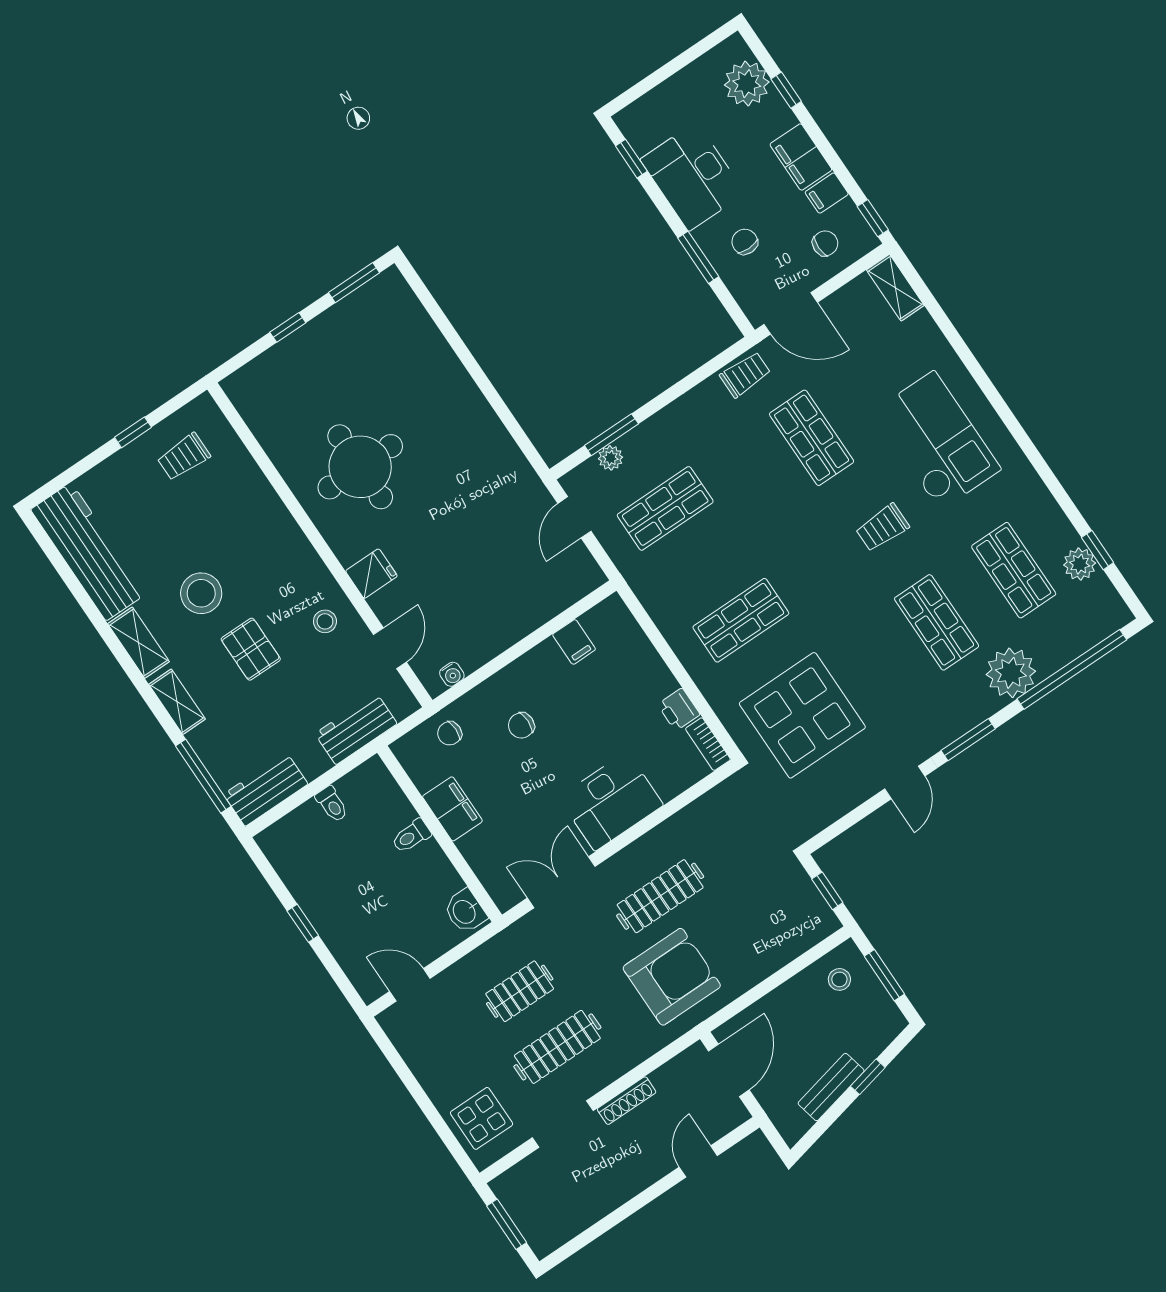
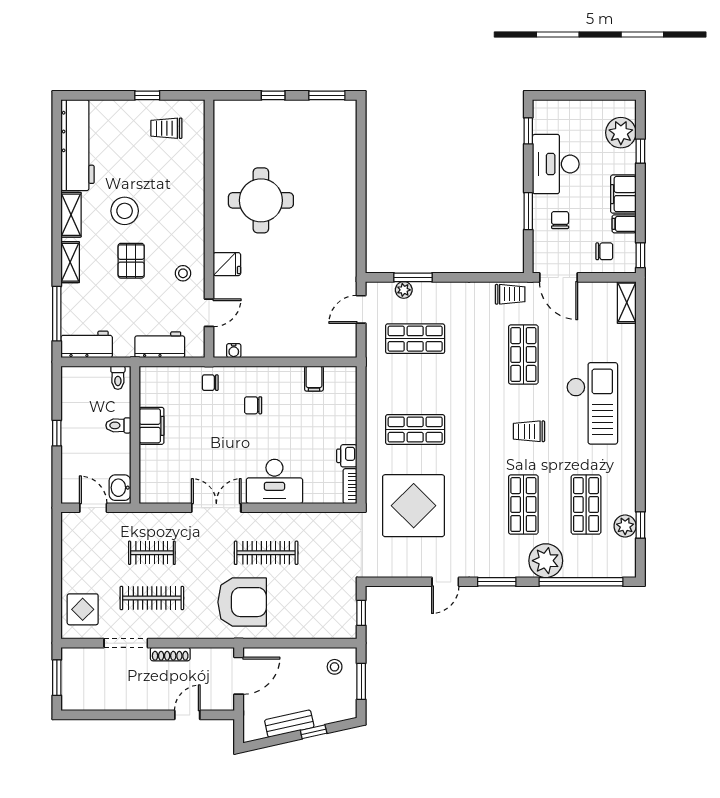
filing cabinet: (452, 809) -> (152, 426), moved
wall: (440, 834) -> (135, 435), moved
toilet: (411, 836) -> (118, 425), moved
washbasin: (465, 911) -> (120, 488), moved

